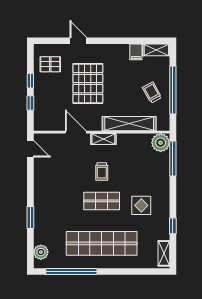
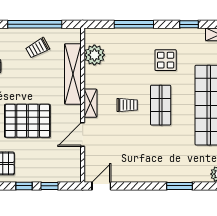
plant: (161, 143) -> (94, 55), moved
window: (173, 158) -> (134, 24), moved

